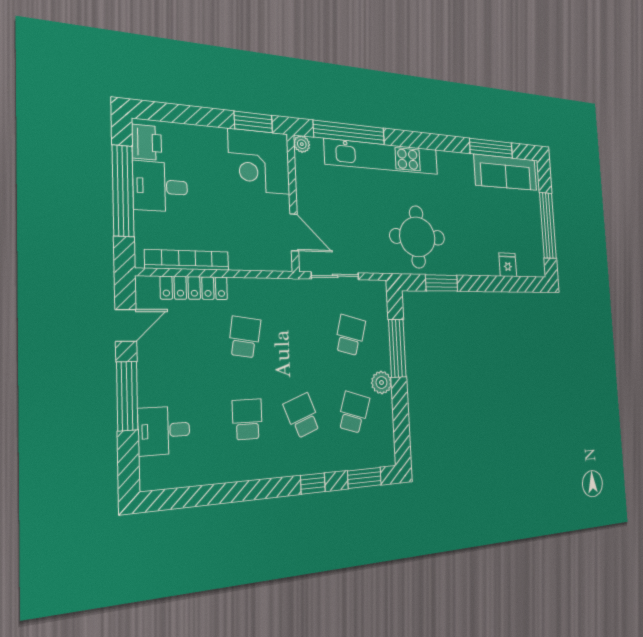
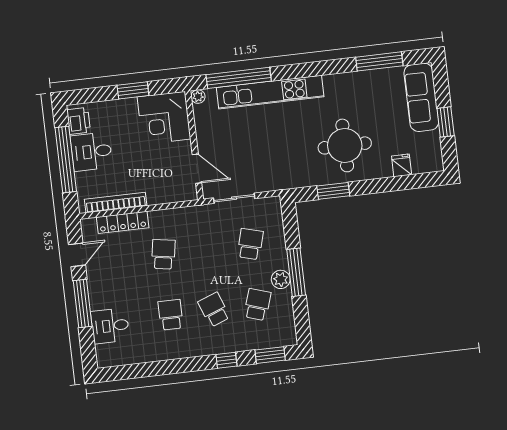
window: (253, 122) -> (133, 90), moved
sofa: (506, 172) -> (421, 97), moved, turned 90
window: (548, 225) -> (446, 122), width x0.47
round table: (417, 237) -> (345, 145), moved
window: (397, 348) -> (296, 272), moved

